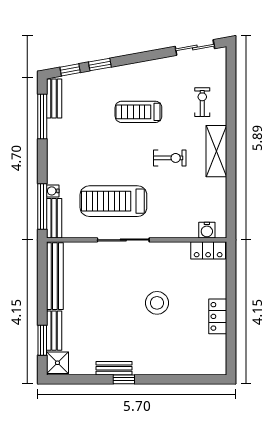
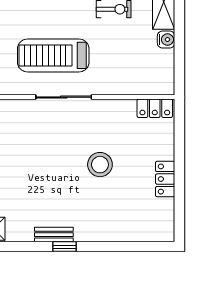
water cooler: (207, 230) -> (166, 40), moved, turned -90

